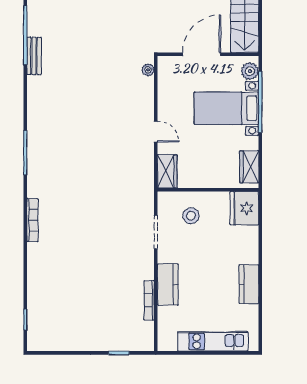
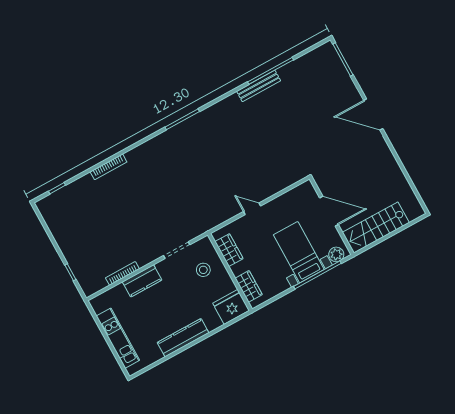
bench: (34, 56) -> (259, 86), width x1.36
plant: (148, 70) -> (295, 177), removed
door: (156, 132) -> (252, 209), swing flipped
wardrobe: (249, 167) -> (249, 286), moved, turned 90
wardrobe: (167, 171) -> (229, 250), moved, turned -90
bookcase: (32, 220) -> (109, 167), moved
kitchen counter: (249, 284) -> (183, 338), width x1.50

